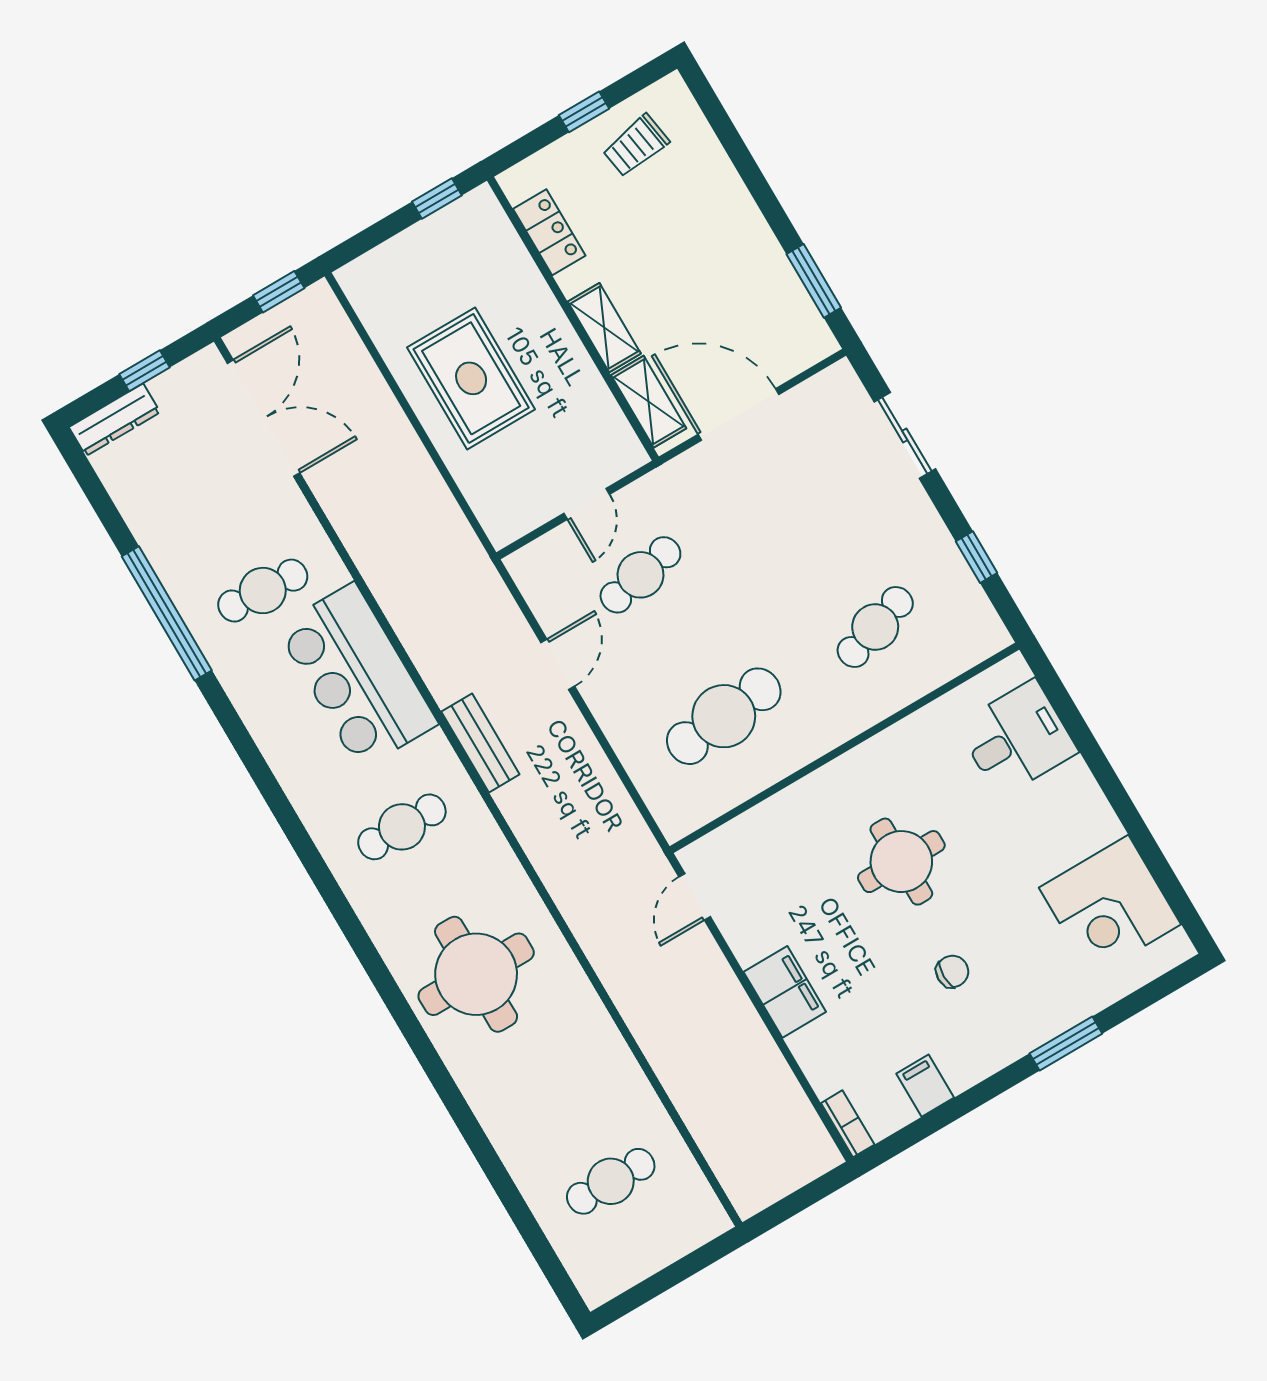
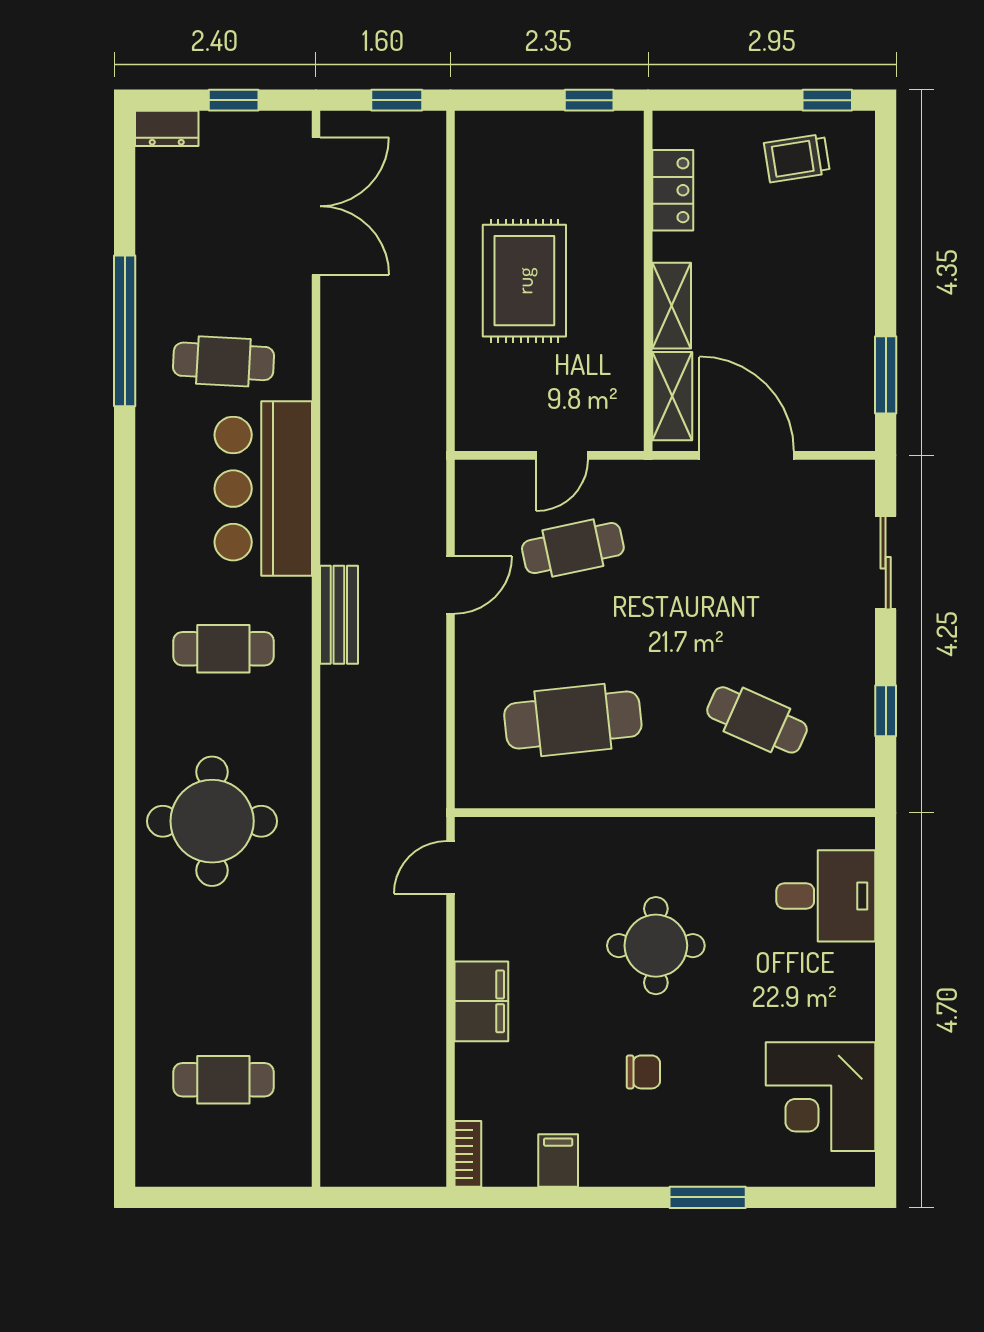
window: (584, 112) -> (827, 100), moved
dresser: (115, 420) -> (167, 128), width x0.70
cafe table: (875, 627) -> (757, 720), turned 42

